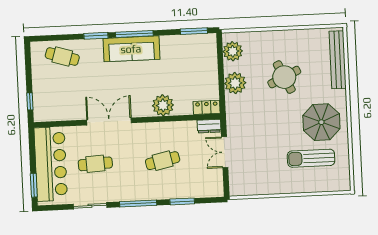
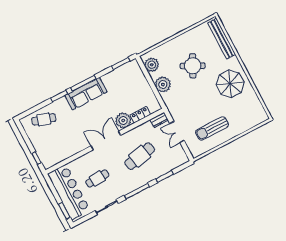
round table: (284, 77) -> (193, 66), turned -38
locker: (207, 107) -> (140, 115), moved
double door: (109, 121) -> (106, 141), moved
sun lounger: (311, 158) -> (212, 128), moved
cafe table: (163, 161) -> (140, 156), width x1.37, depth x1.35

